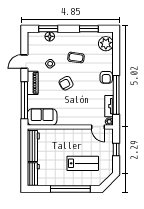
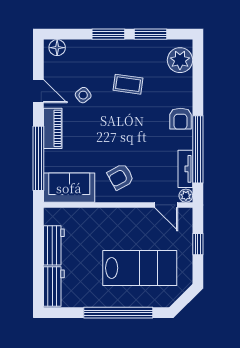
window: (48, 29) -> (108, 34), moved
floor lamp: (50, 36) -> (57, 48), moved
door: (24, 62) -> (38, 91), swing flipped
armchair: (66, 83) -> (121, 177), moved
workbench: (33, 146) -> (54, 245), width x0.73
lab bench: (83, 163) -> (140, 268), width x1.36, depth x1.39

